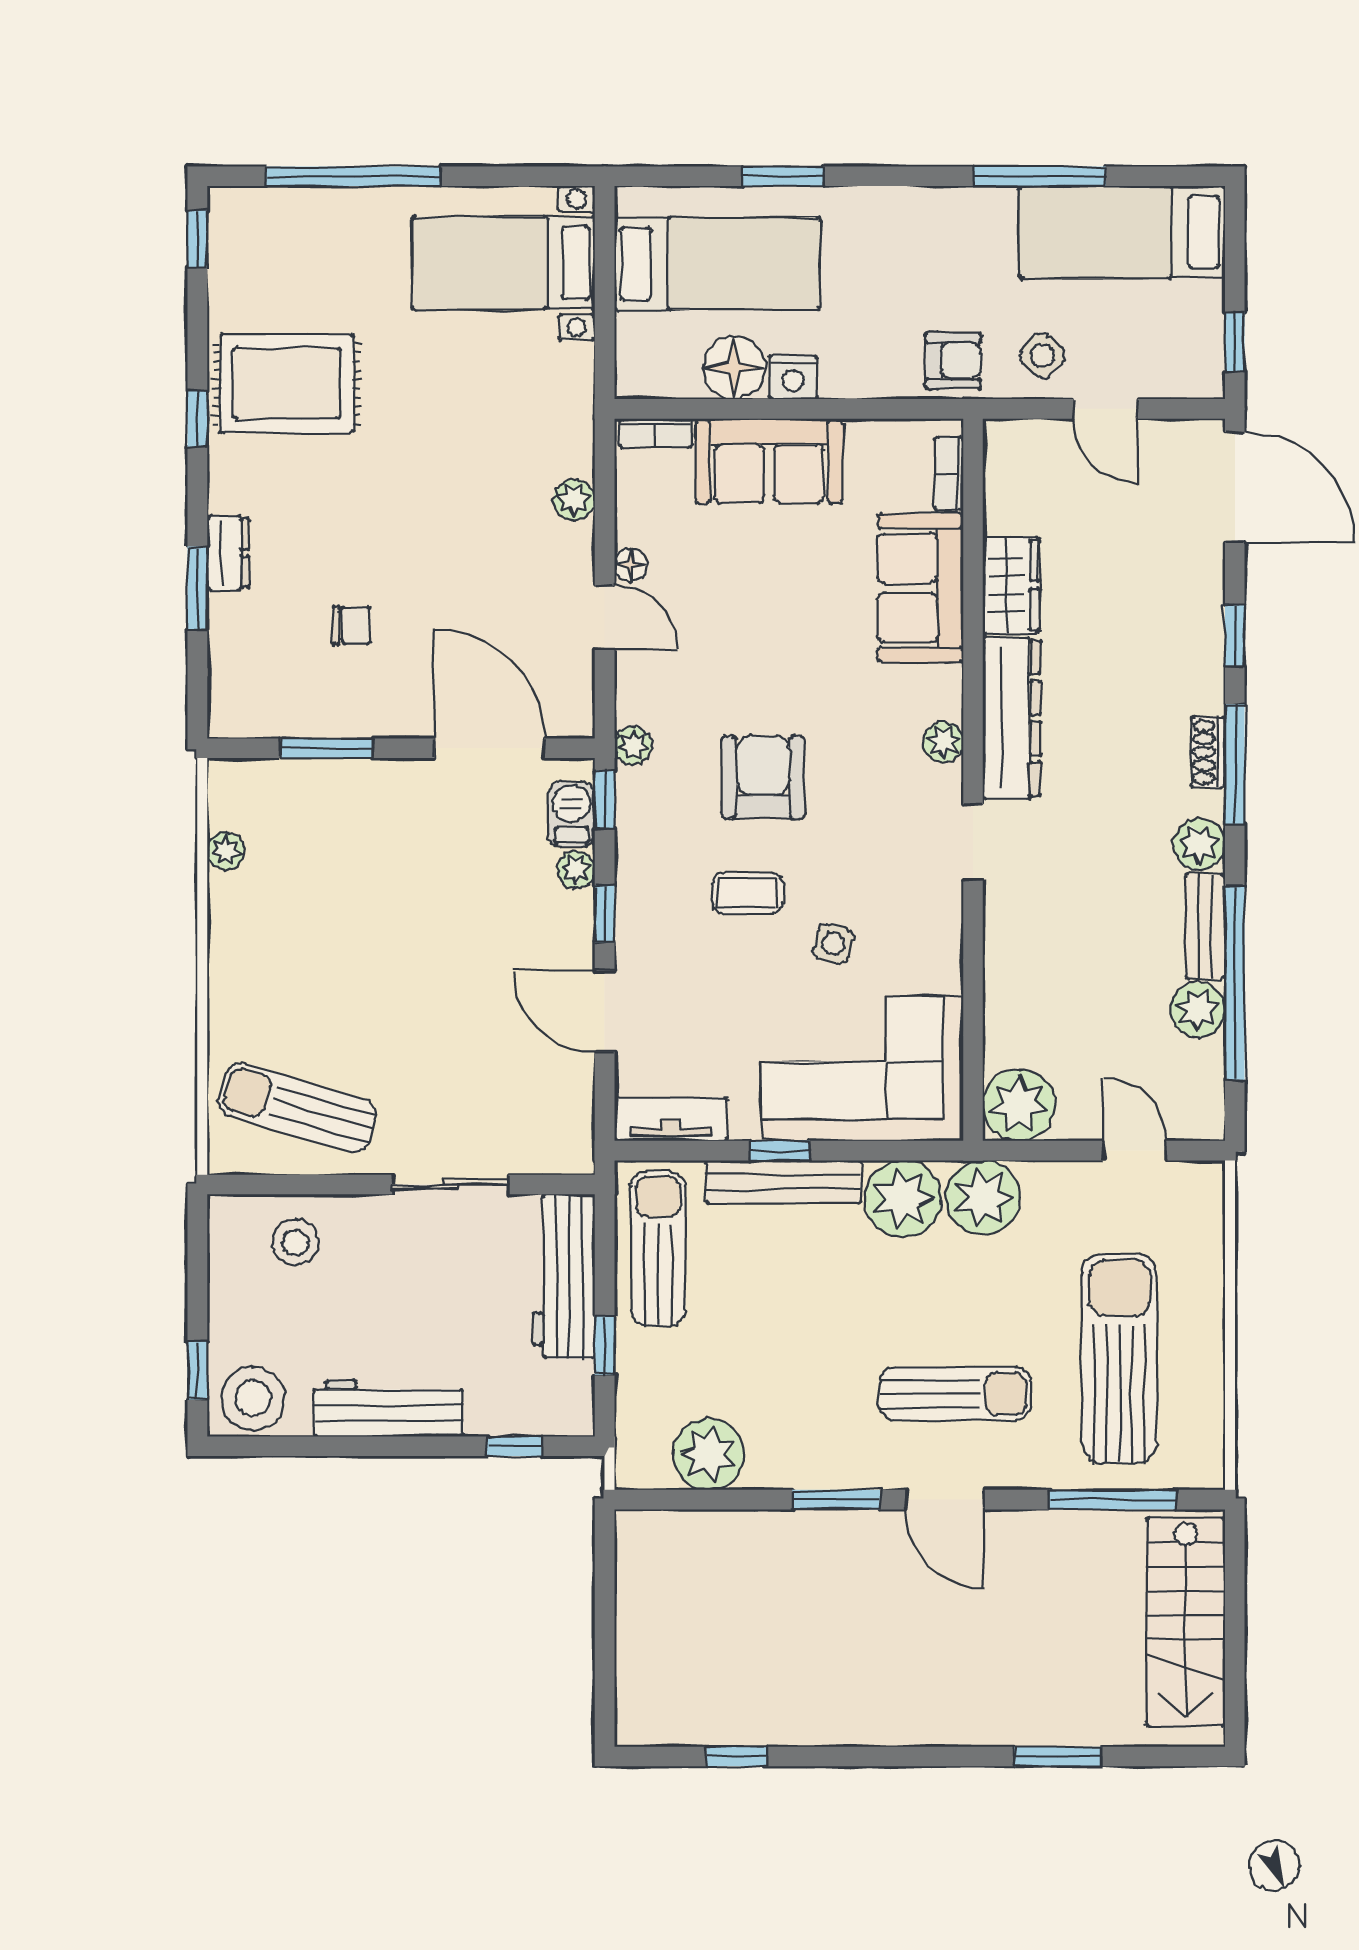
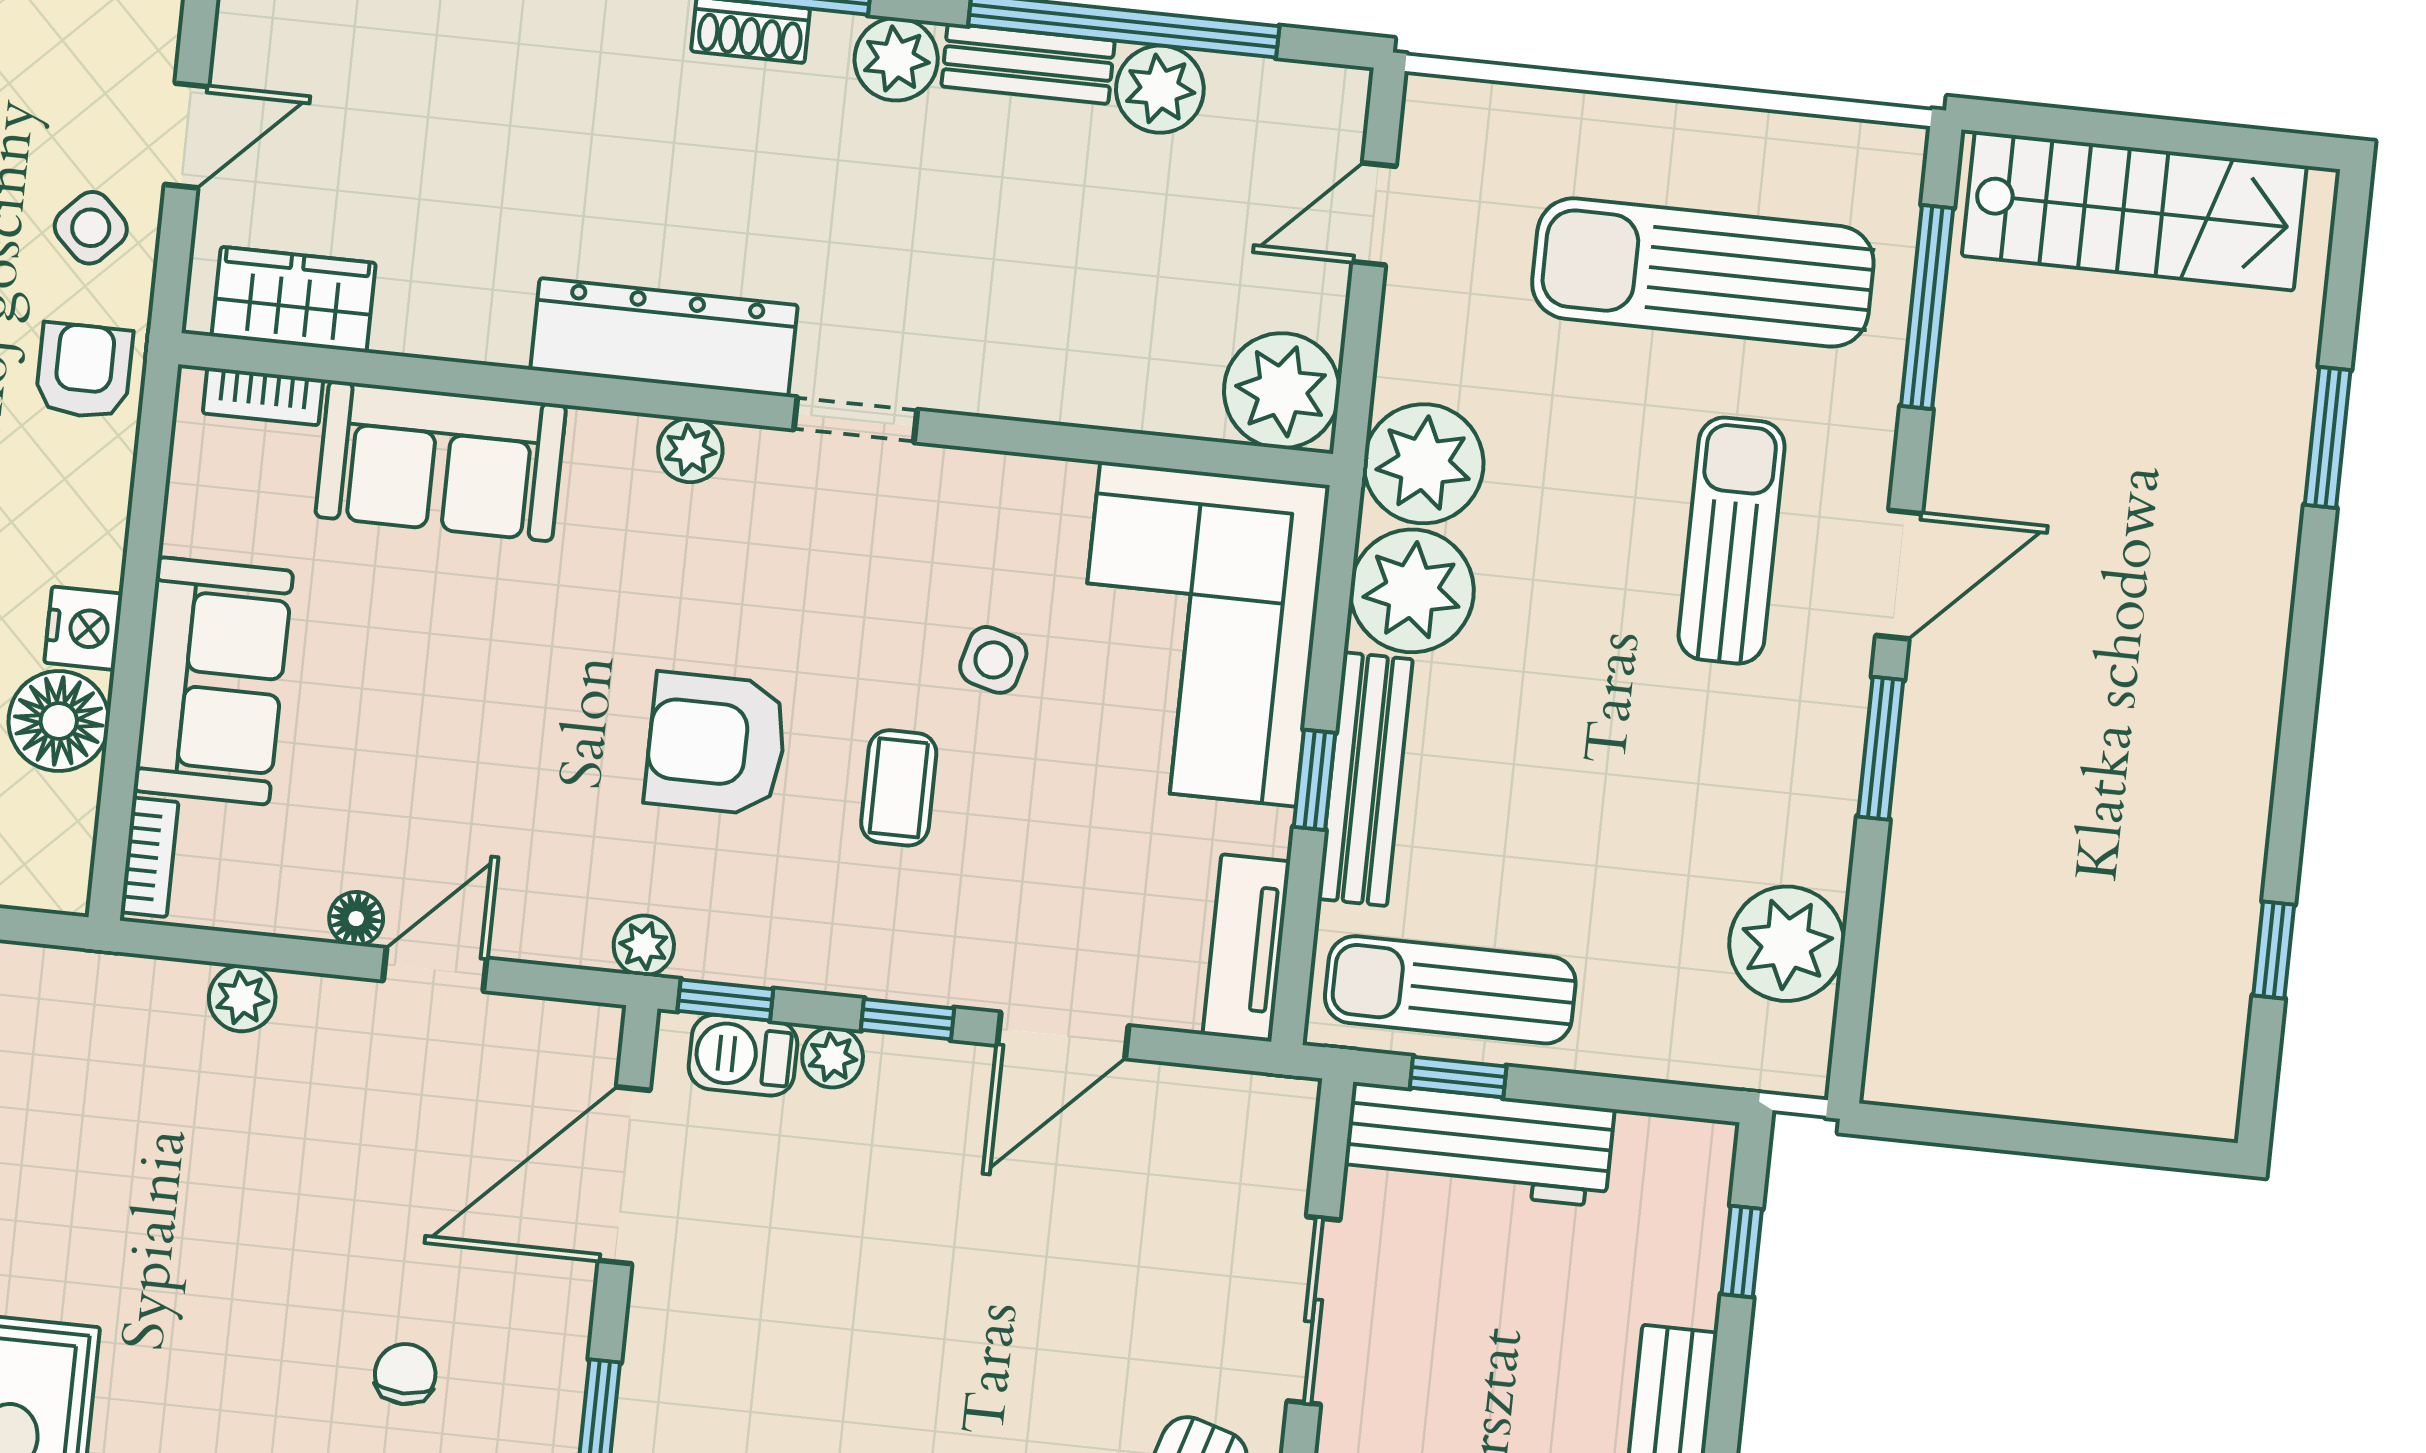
wardrobe: (1011, 585) -> (294, 300), moved
window: (605, 1345) -> (1458, 1077), moved

